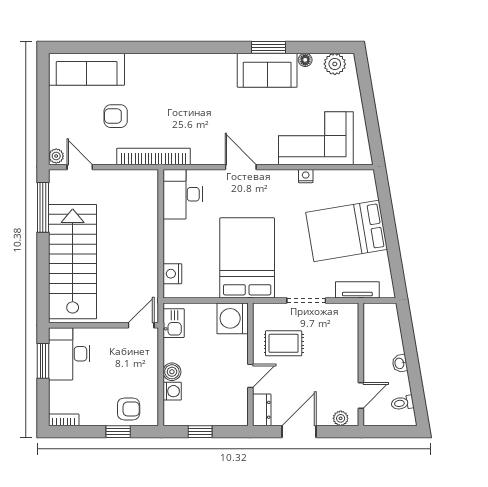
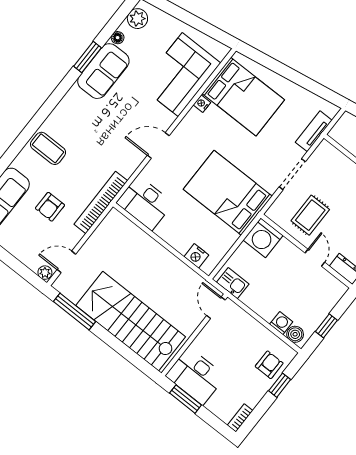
coffee table: (164, 75) -> (48, 148), added
bed: (347, 231) -> (243, 97), moved, turned -80
boiler: (172, 372) -> (295, 334), moved

